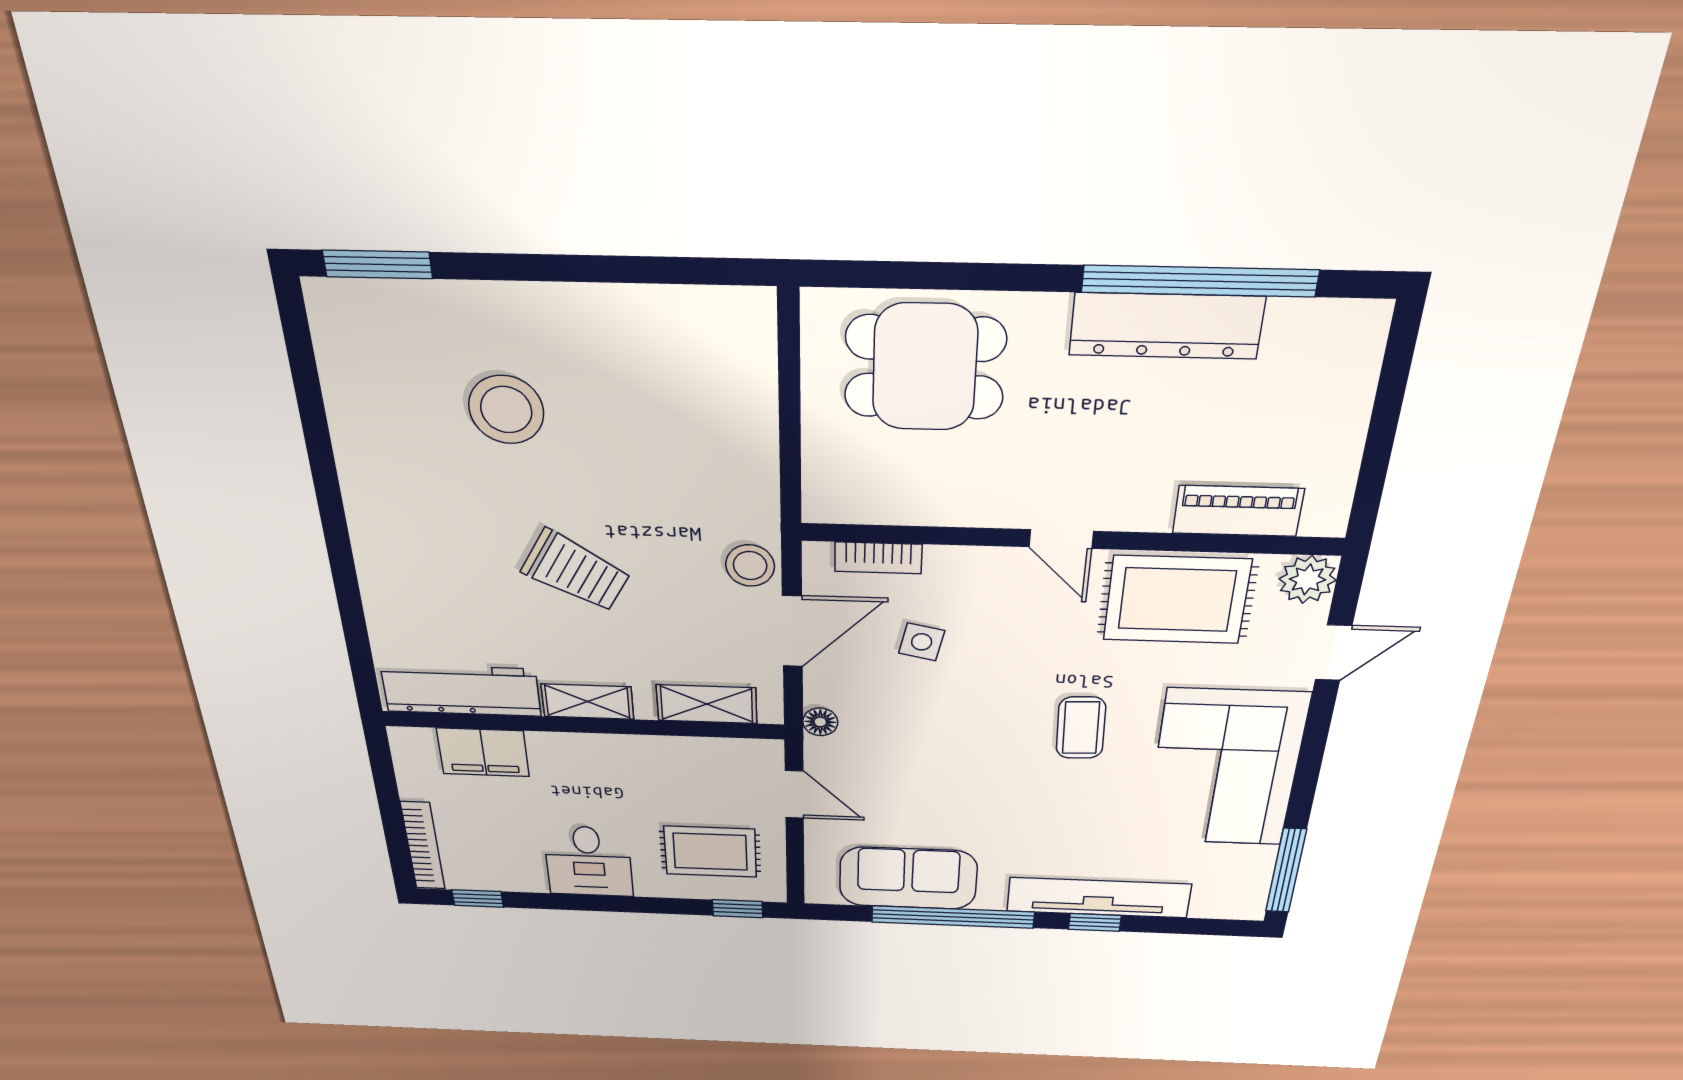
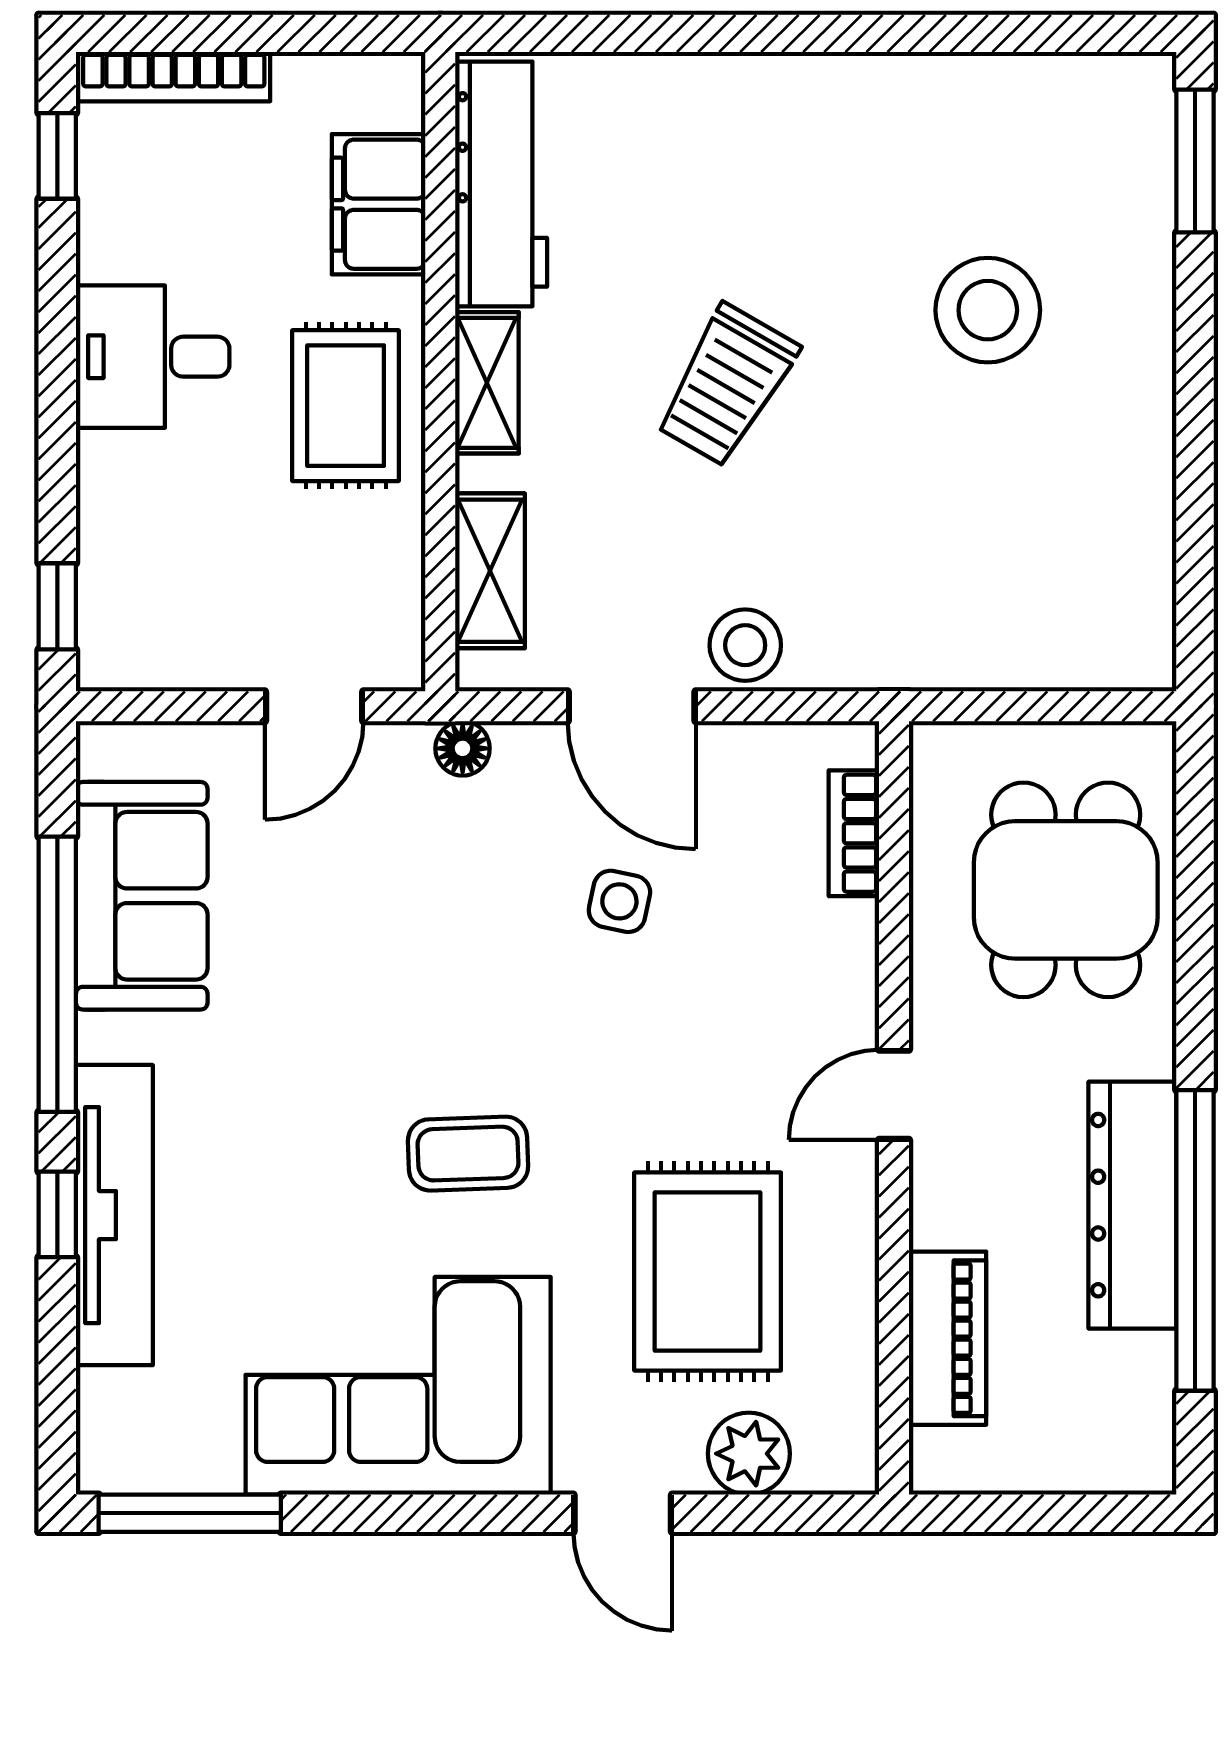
piano: (1238, 511) -> (948, 1338), moved
door: (1061, 539) -> (894, 1095), moved
wall: (1070, 539) -> (894, 1108), moved
bookcase: (878, 558) -> (854, 833), moved
rug: (710, 852) -> (346, 406), moved

